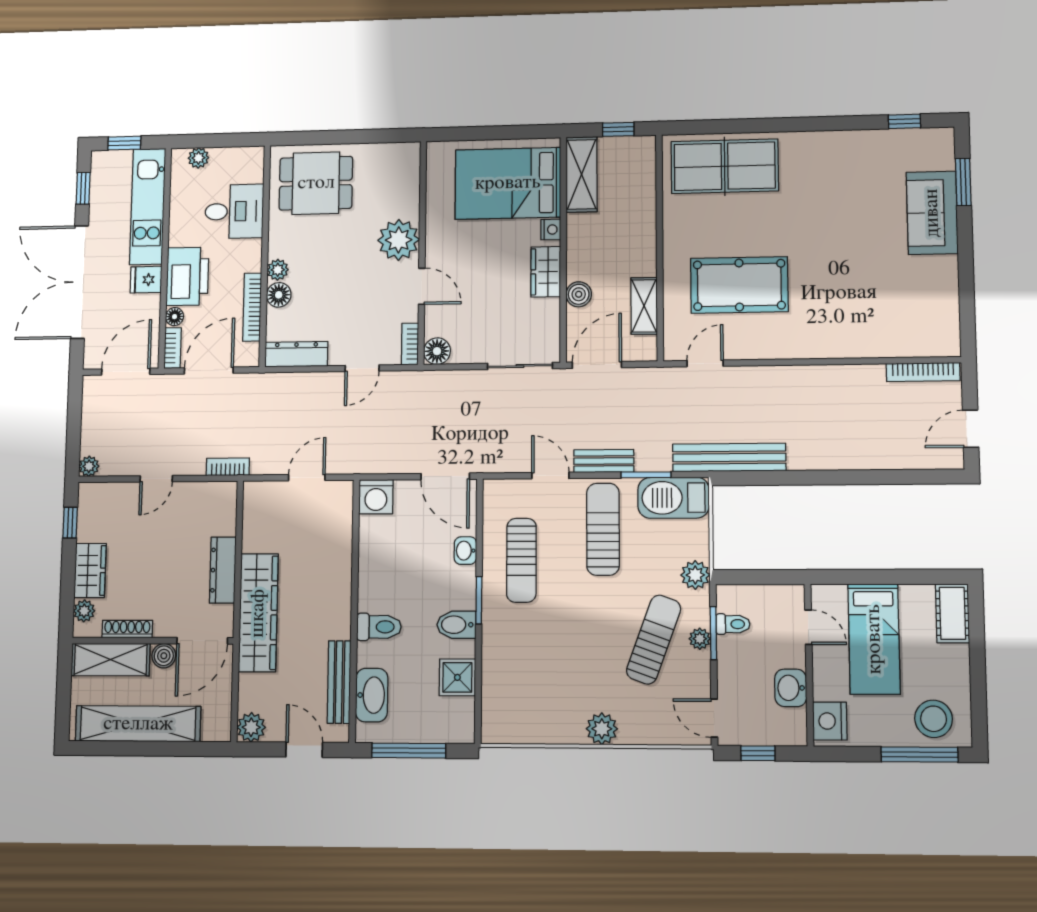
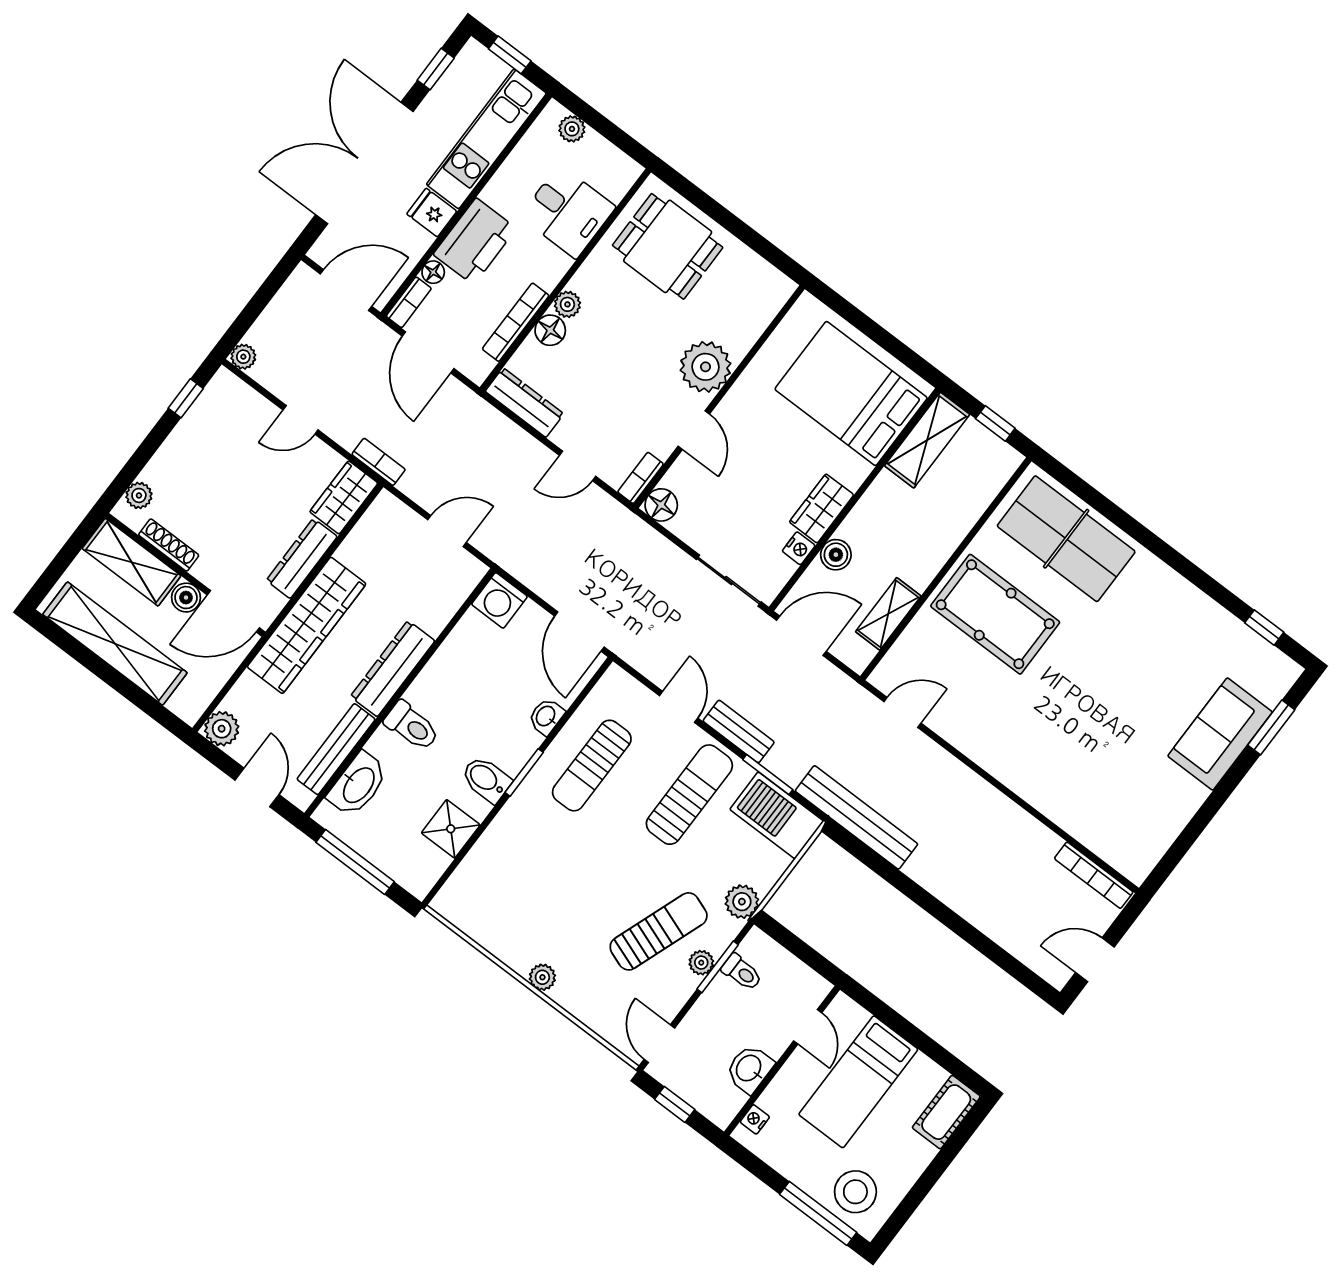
nightstand: (551, 230) -> (799, 548), moved
pool table: (739, 285) -> (995, 614), moved
door: (209, 370) -> (428, 352), swing flipped
wardrobe: (90, 570) -> (344, 497), moved, turned 180
dresser: (338, 598) -> (393, 669), added
nightstand: (830, 721) -> (755, 1119), width x0.53, depth x0.56
plant: (602, 729) -> (542, 977), width x0.73, depth x0.73

